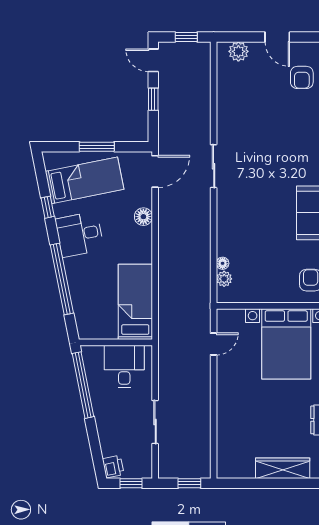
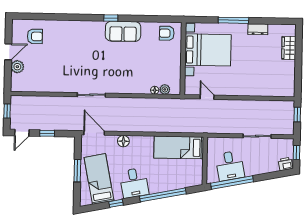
plant: (238, 51) -> (17, 67), moved
desk: (124, 366) -> (230, 166), moved, turned -101
wardrobe: (283, 468) -> (289, 48), width x0.67

